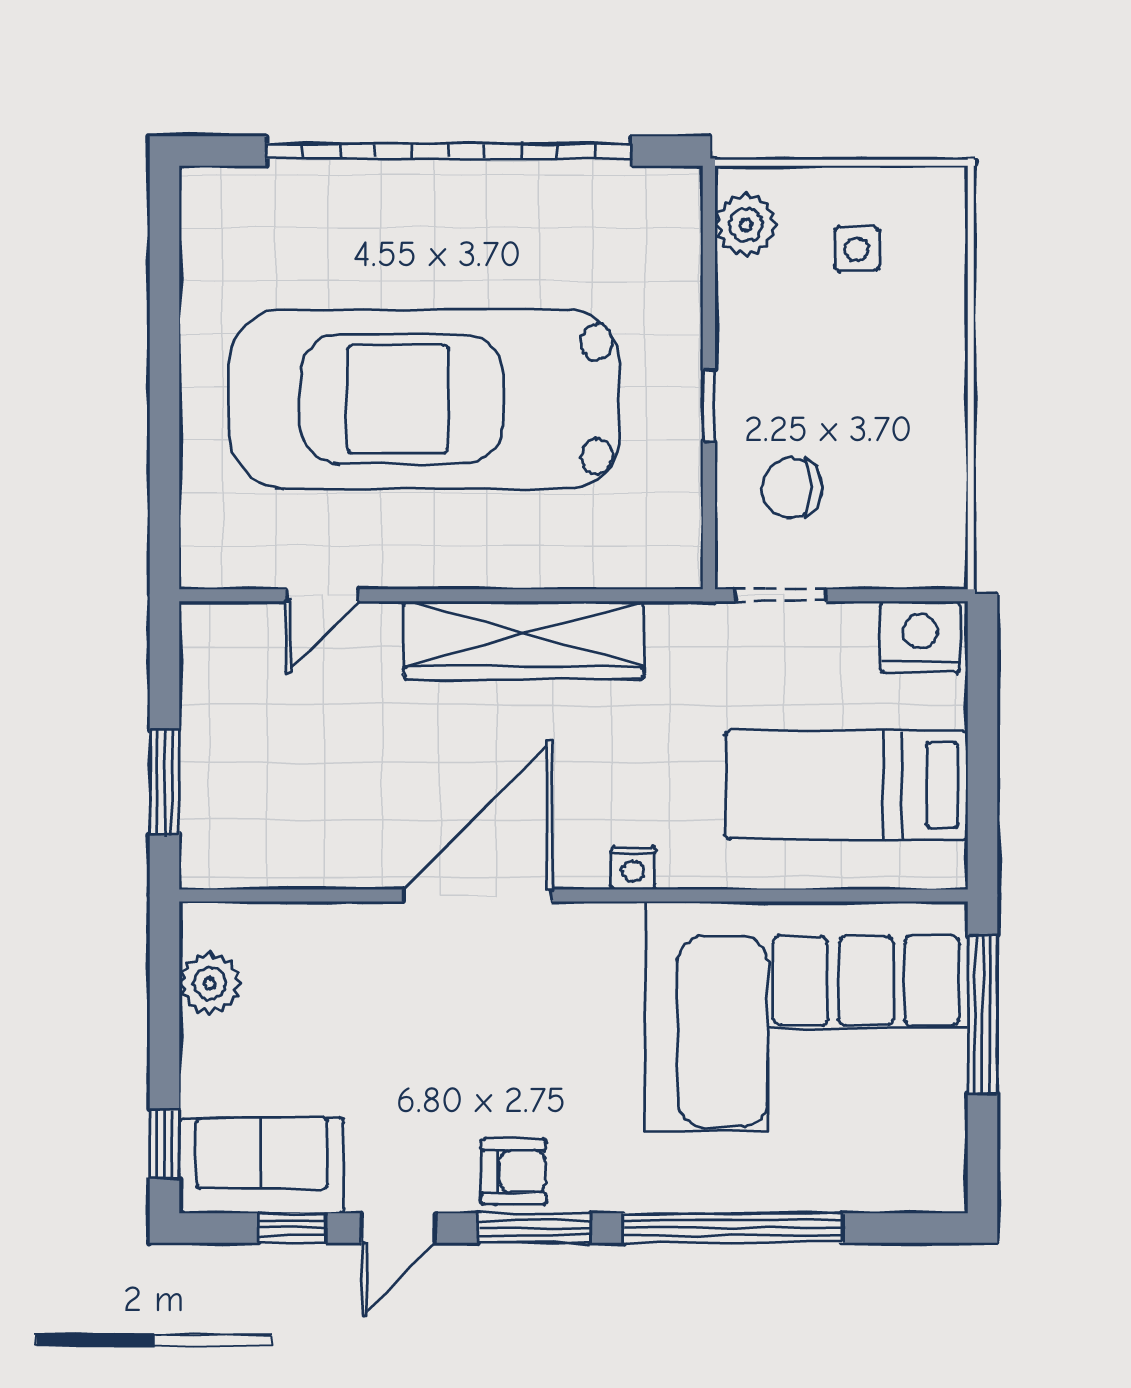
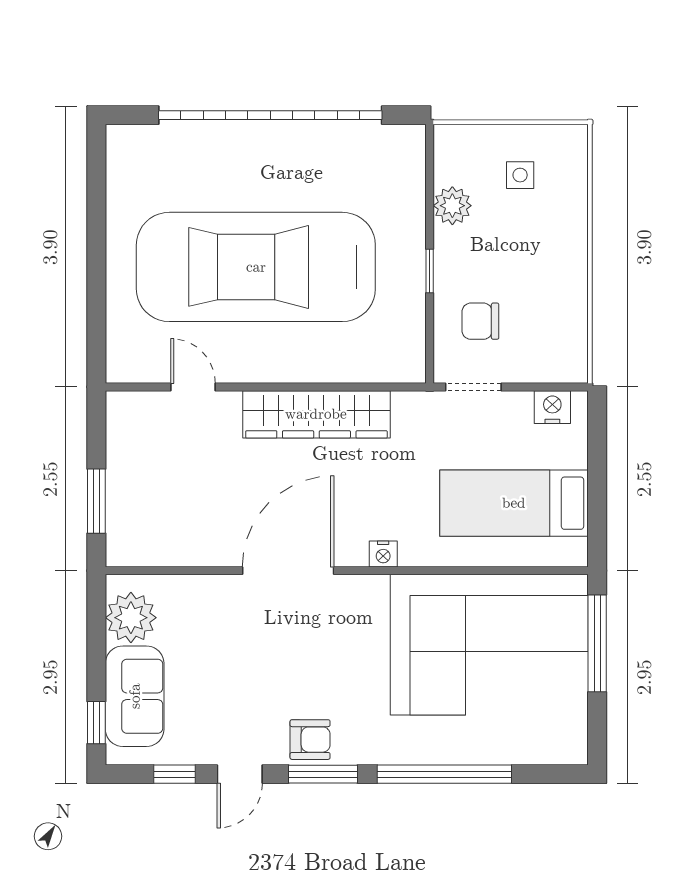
plant: (746, 225) -> (452, 206), moved
door: (322, 595) -> (193, 387), swing flipped
nightstand: (920, 637) -> (552, 407), width x0.74, depth x0.75
plant: (210, 983) -> (131, 618), width x1.36, depth x1.36
sofa: (262, 1166) -> (135, 696), moved, turned 90

